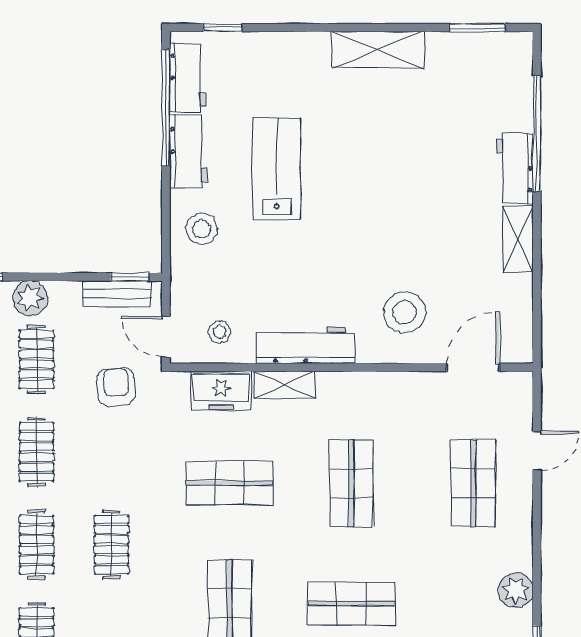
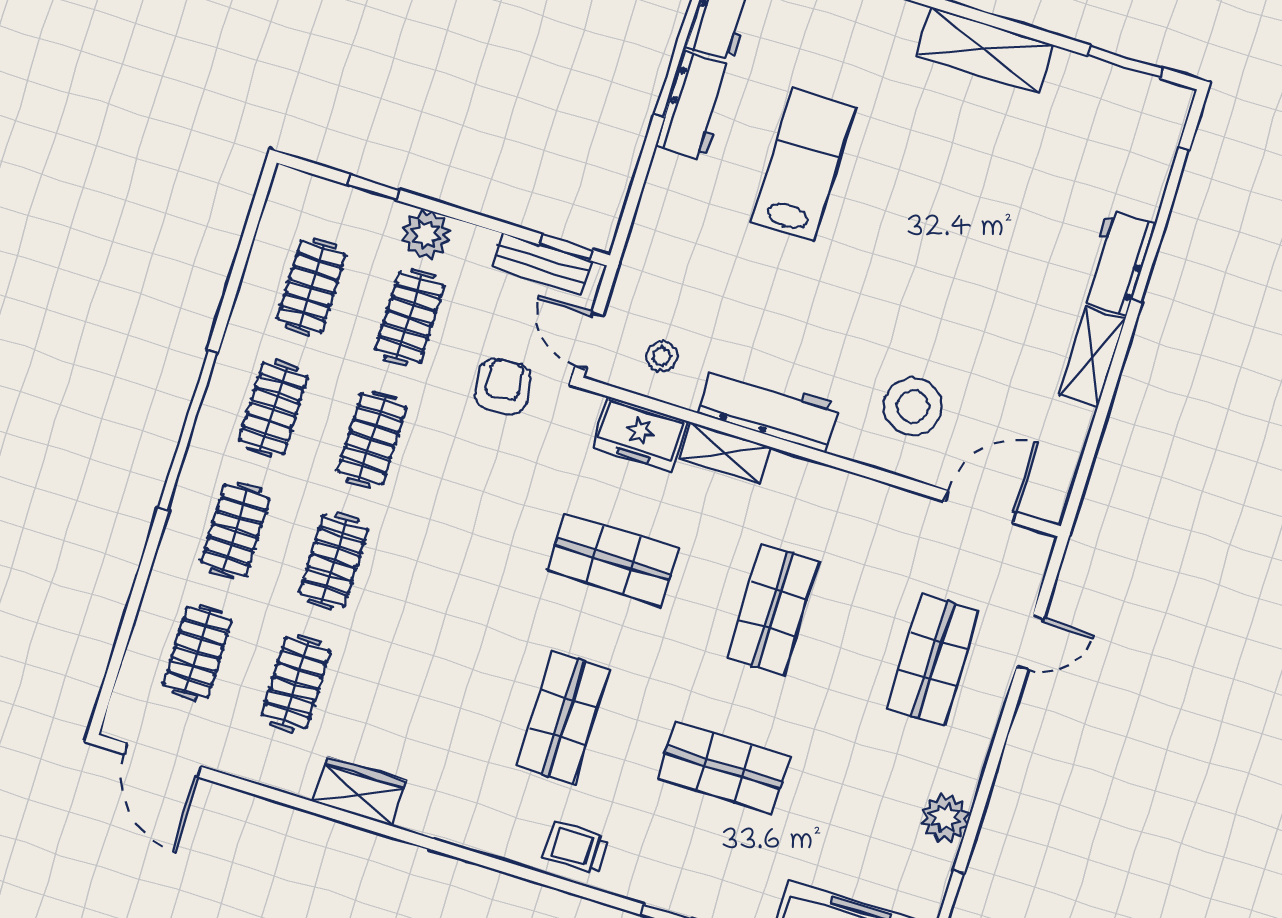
stool: (202, 229) -> (680, 214), removed
clothes rail: (111, 545) -> (432, 592), removed

